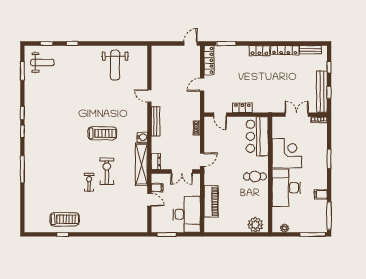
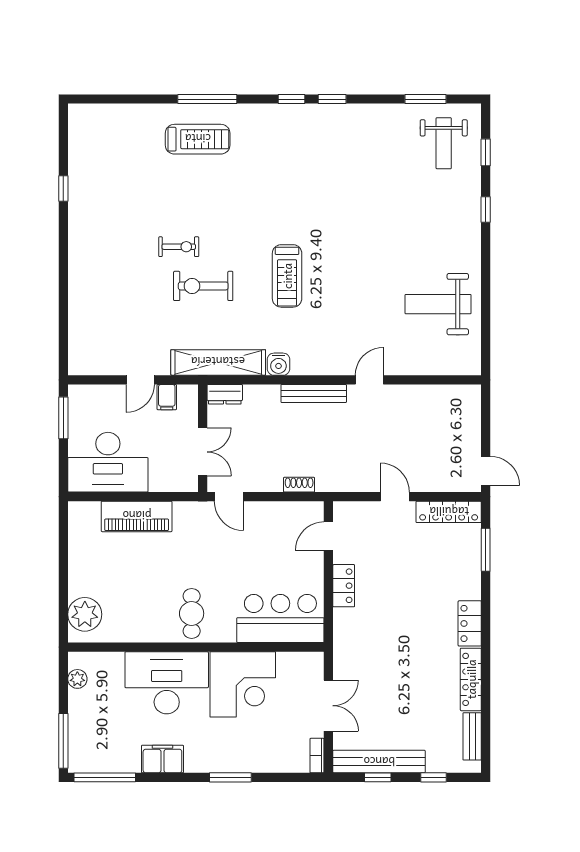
exercise bike: (107, 171) -> (203, 286), turned 180
double door: (182, 171) -> (203, 452), swing flipped
filing cabinet: (321, 194) -> (162, 759), width x2.00
treadmill: (65, 219) -> (198, 139), moved, turned -90

